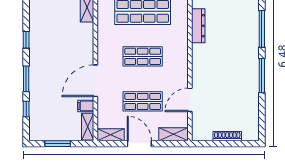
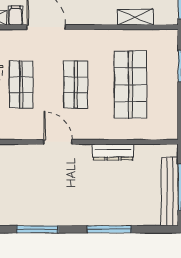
window: (262, 76) -> (37, 229), moved
door: (190, 100) -> (58, 142), moved

